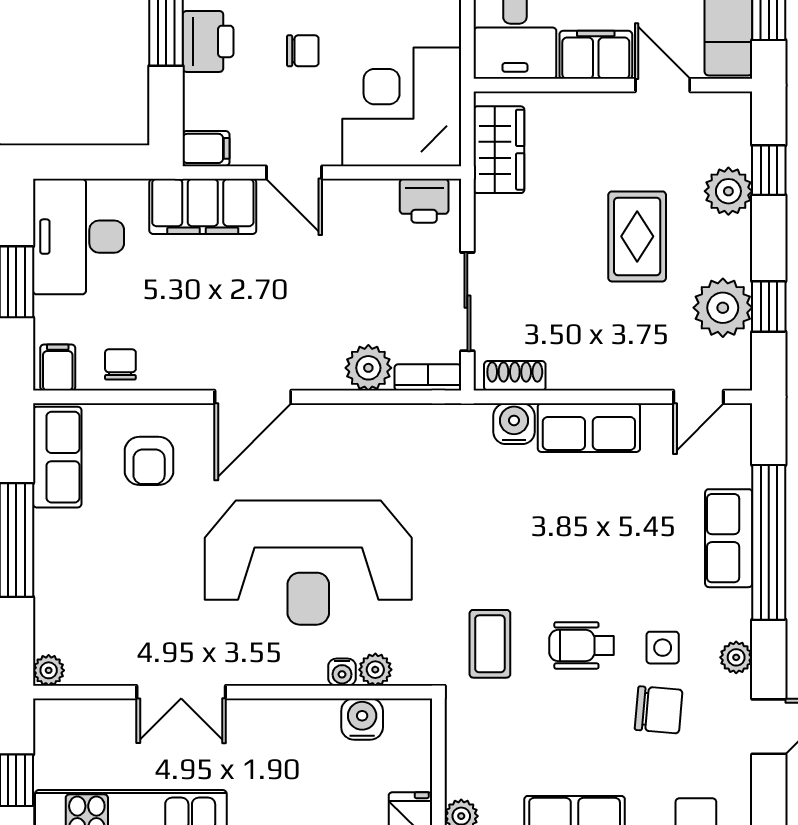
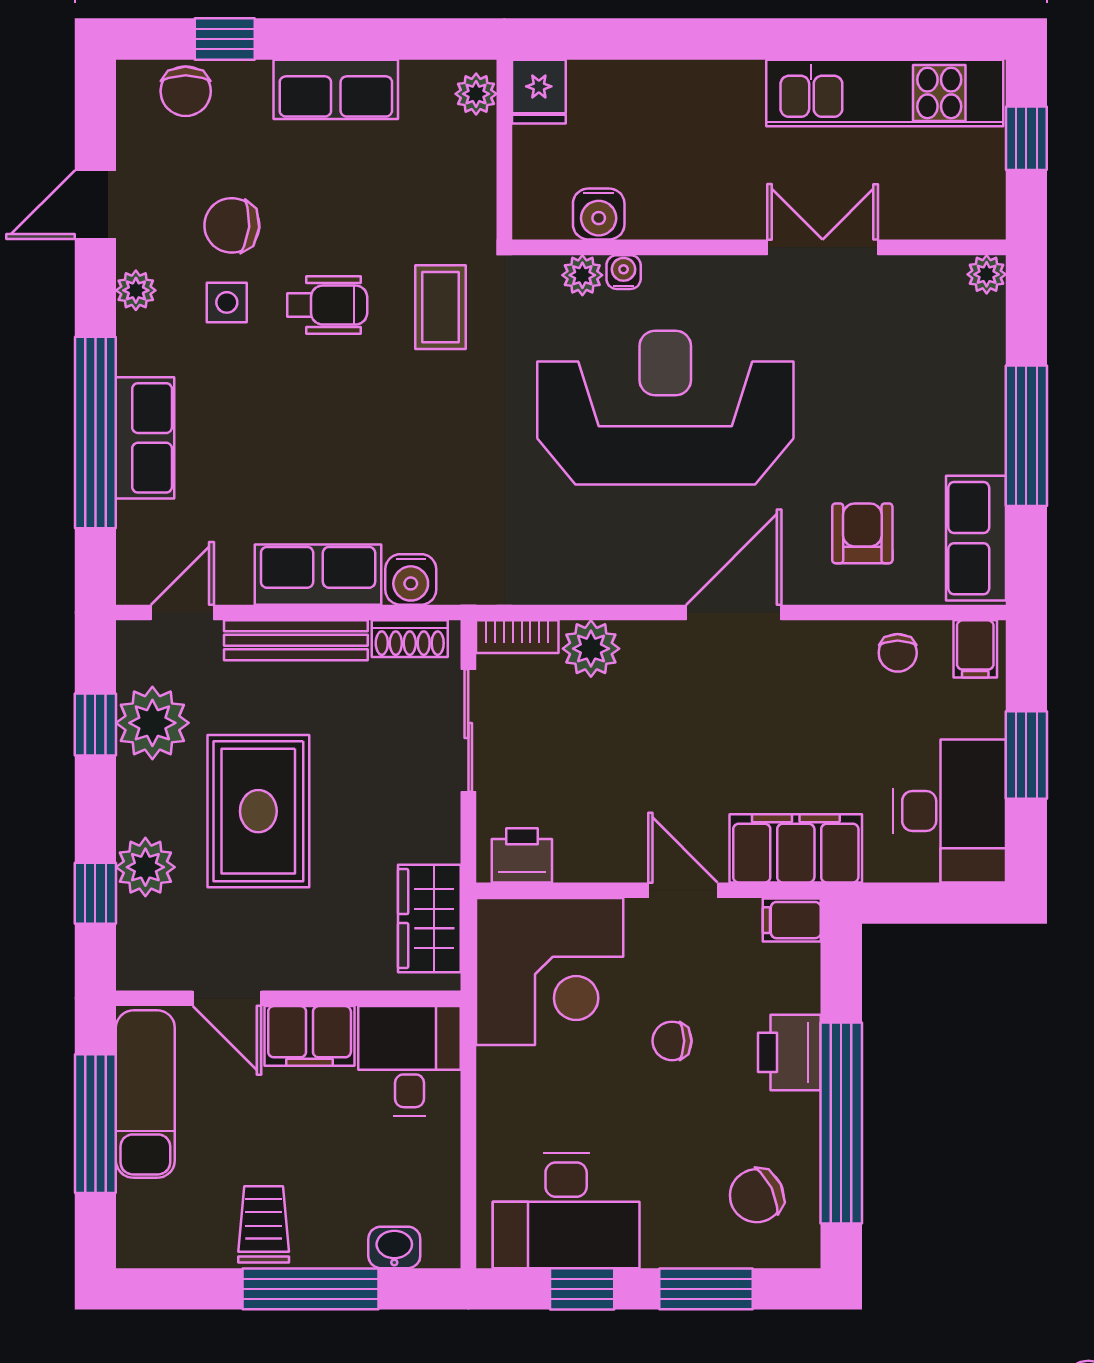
rug: (637, 236) -> (258, 811), width x1.36, depth x1.43
bench: (607, 374) -> (296, 640), added

